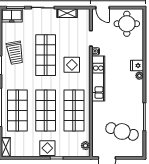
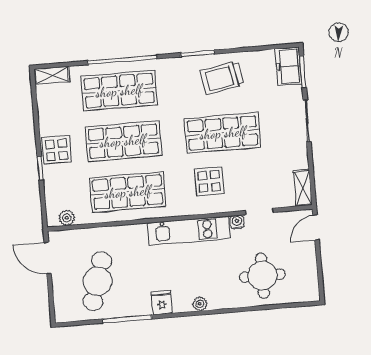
shelving: (67, 13) -> (303, 188), moved
round table: (127, 24) -> (262, 276), moved
fridge: (137, 66) -> (162, 303), moved

